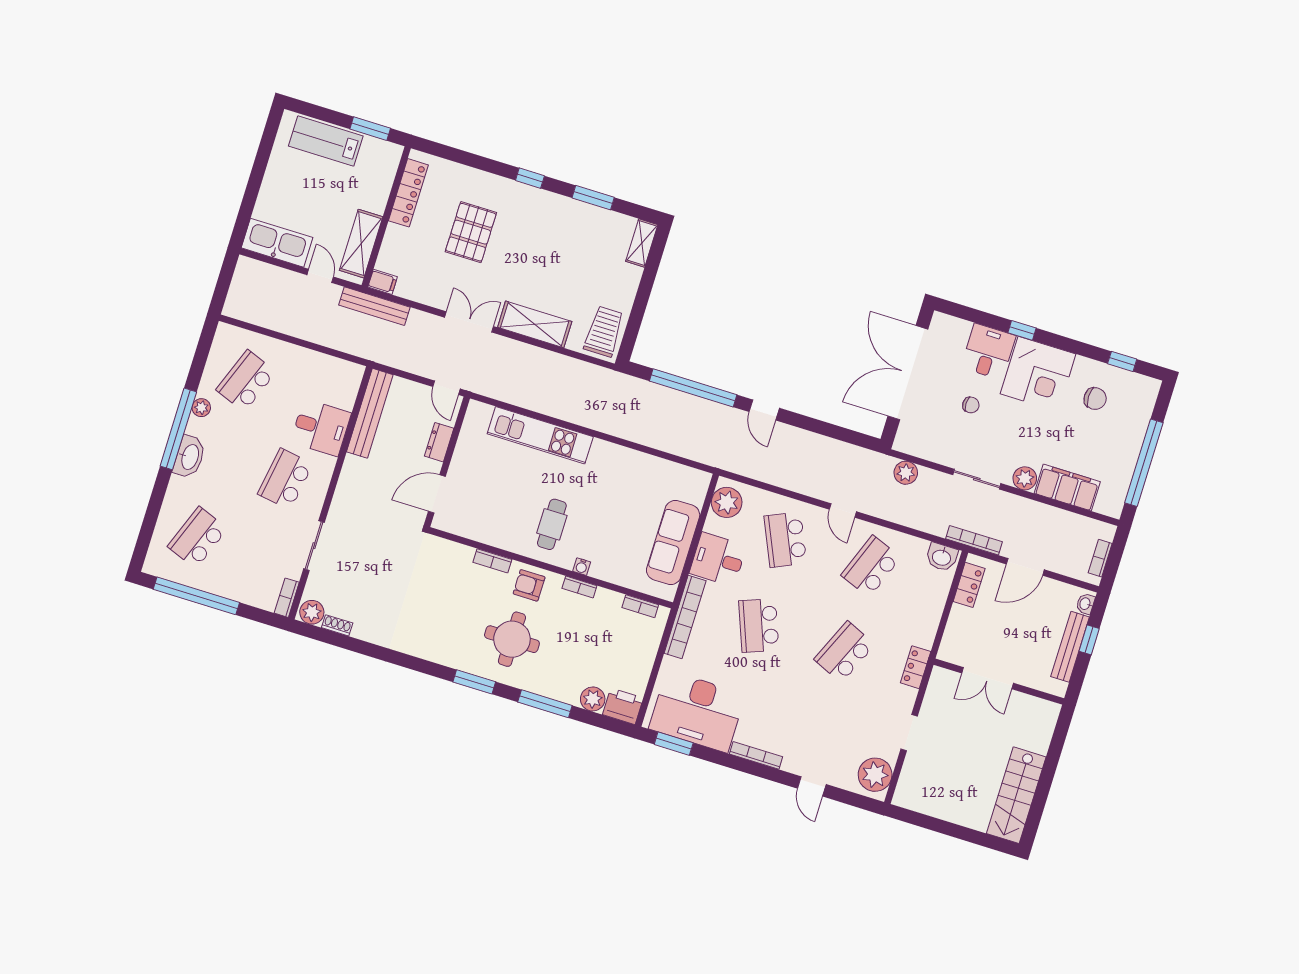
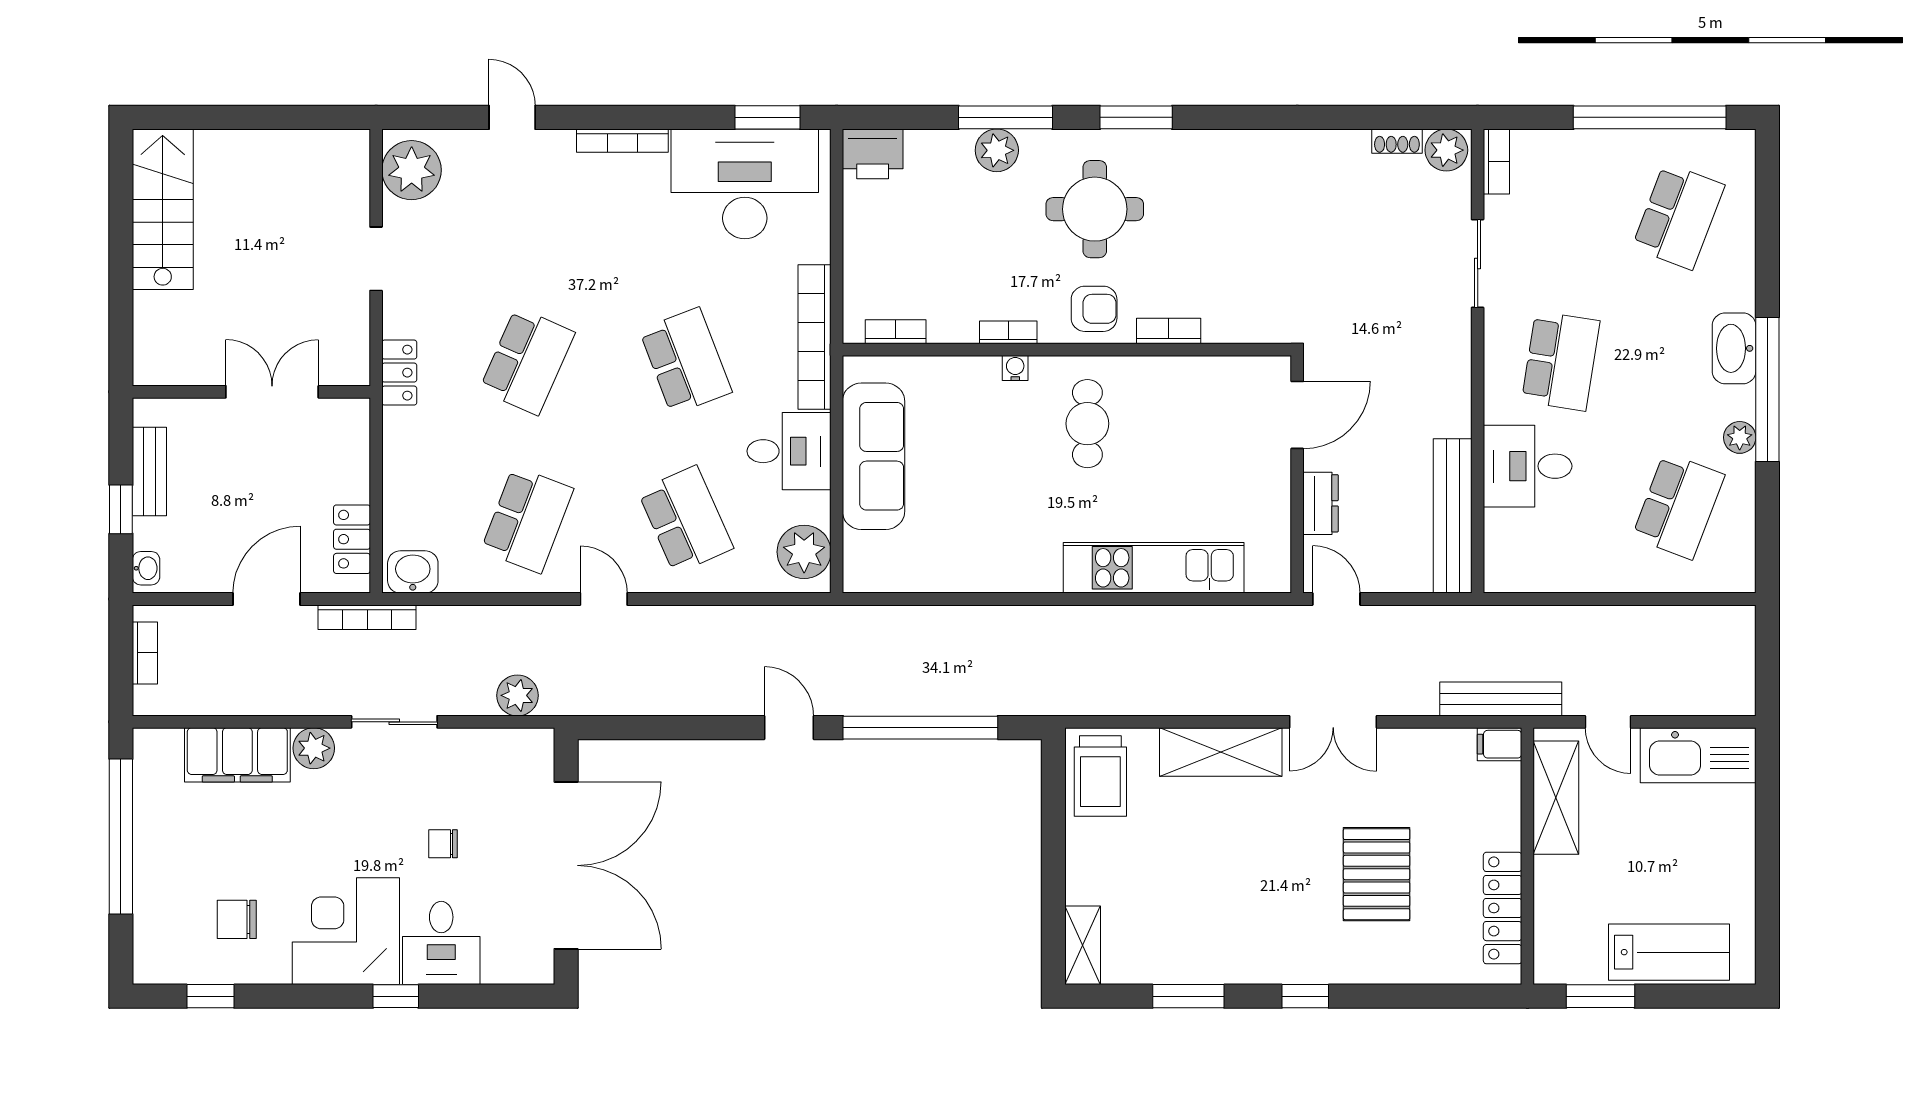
bench: (1070, 647) -> (149, 472), width x0.73
plant: (593, 699) -> (997, 150), moved

